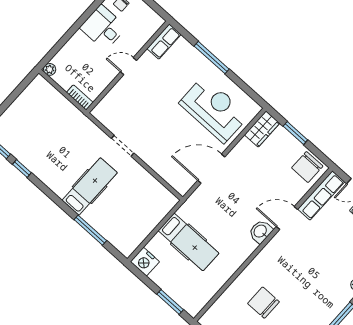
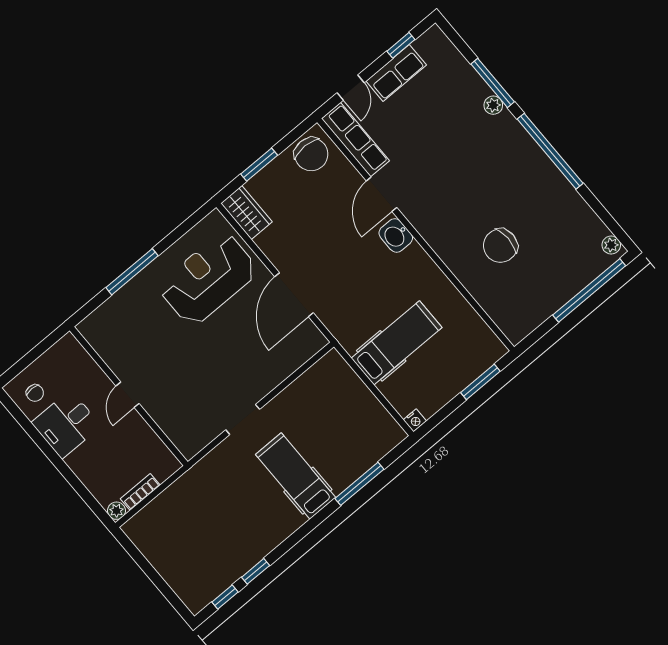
row of seats: (164, 42) -> (99, 338), removed
bookcase: (80, 97) -> (140, 492), moved
nightstand: (145, 262) -> (415, 420), width x0.53, depth x0.56

